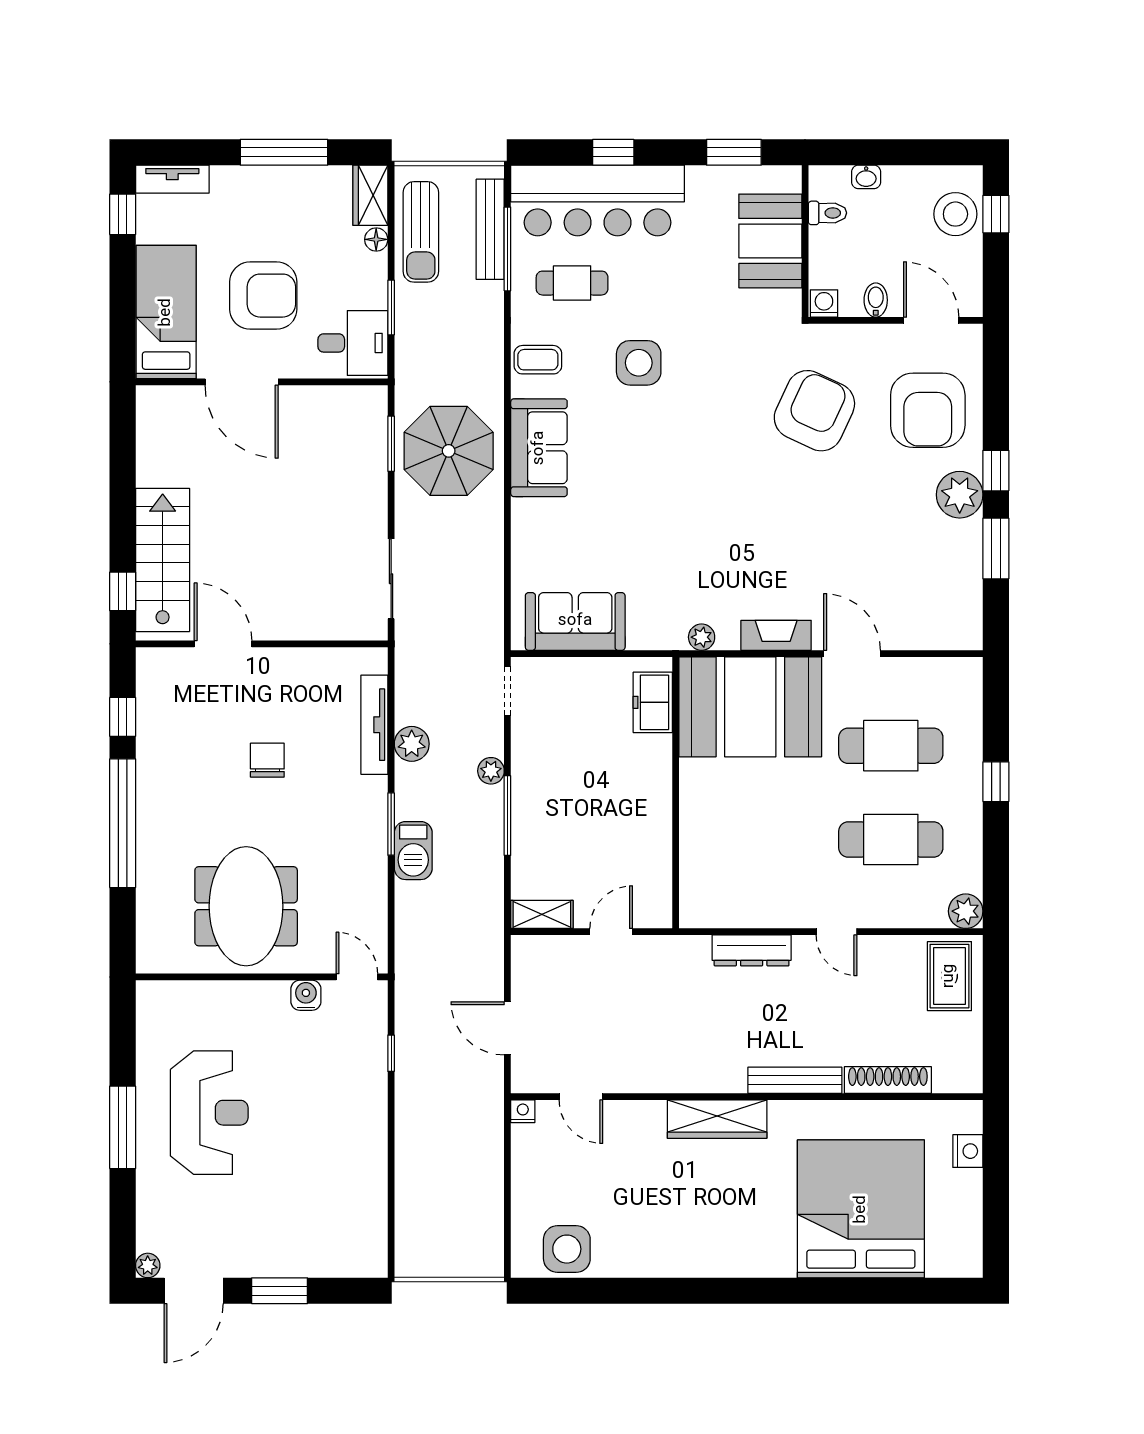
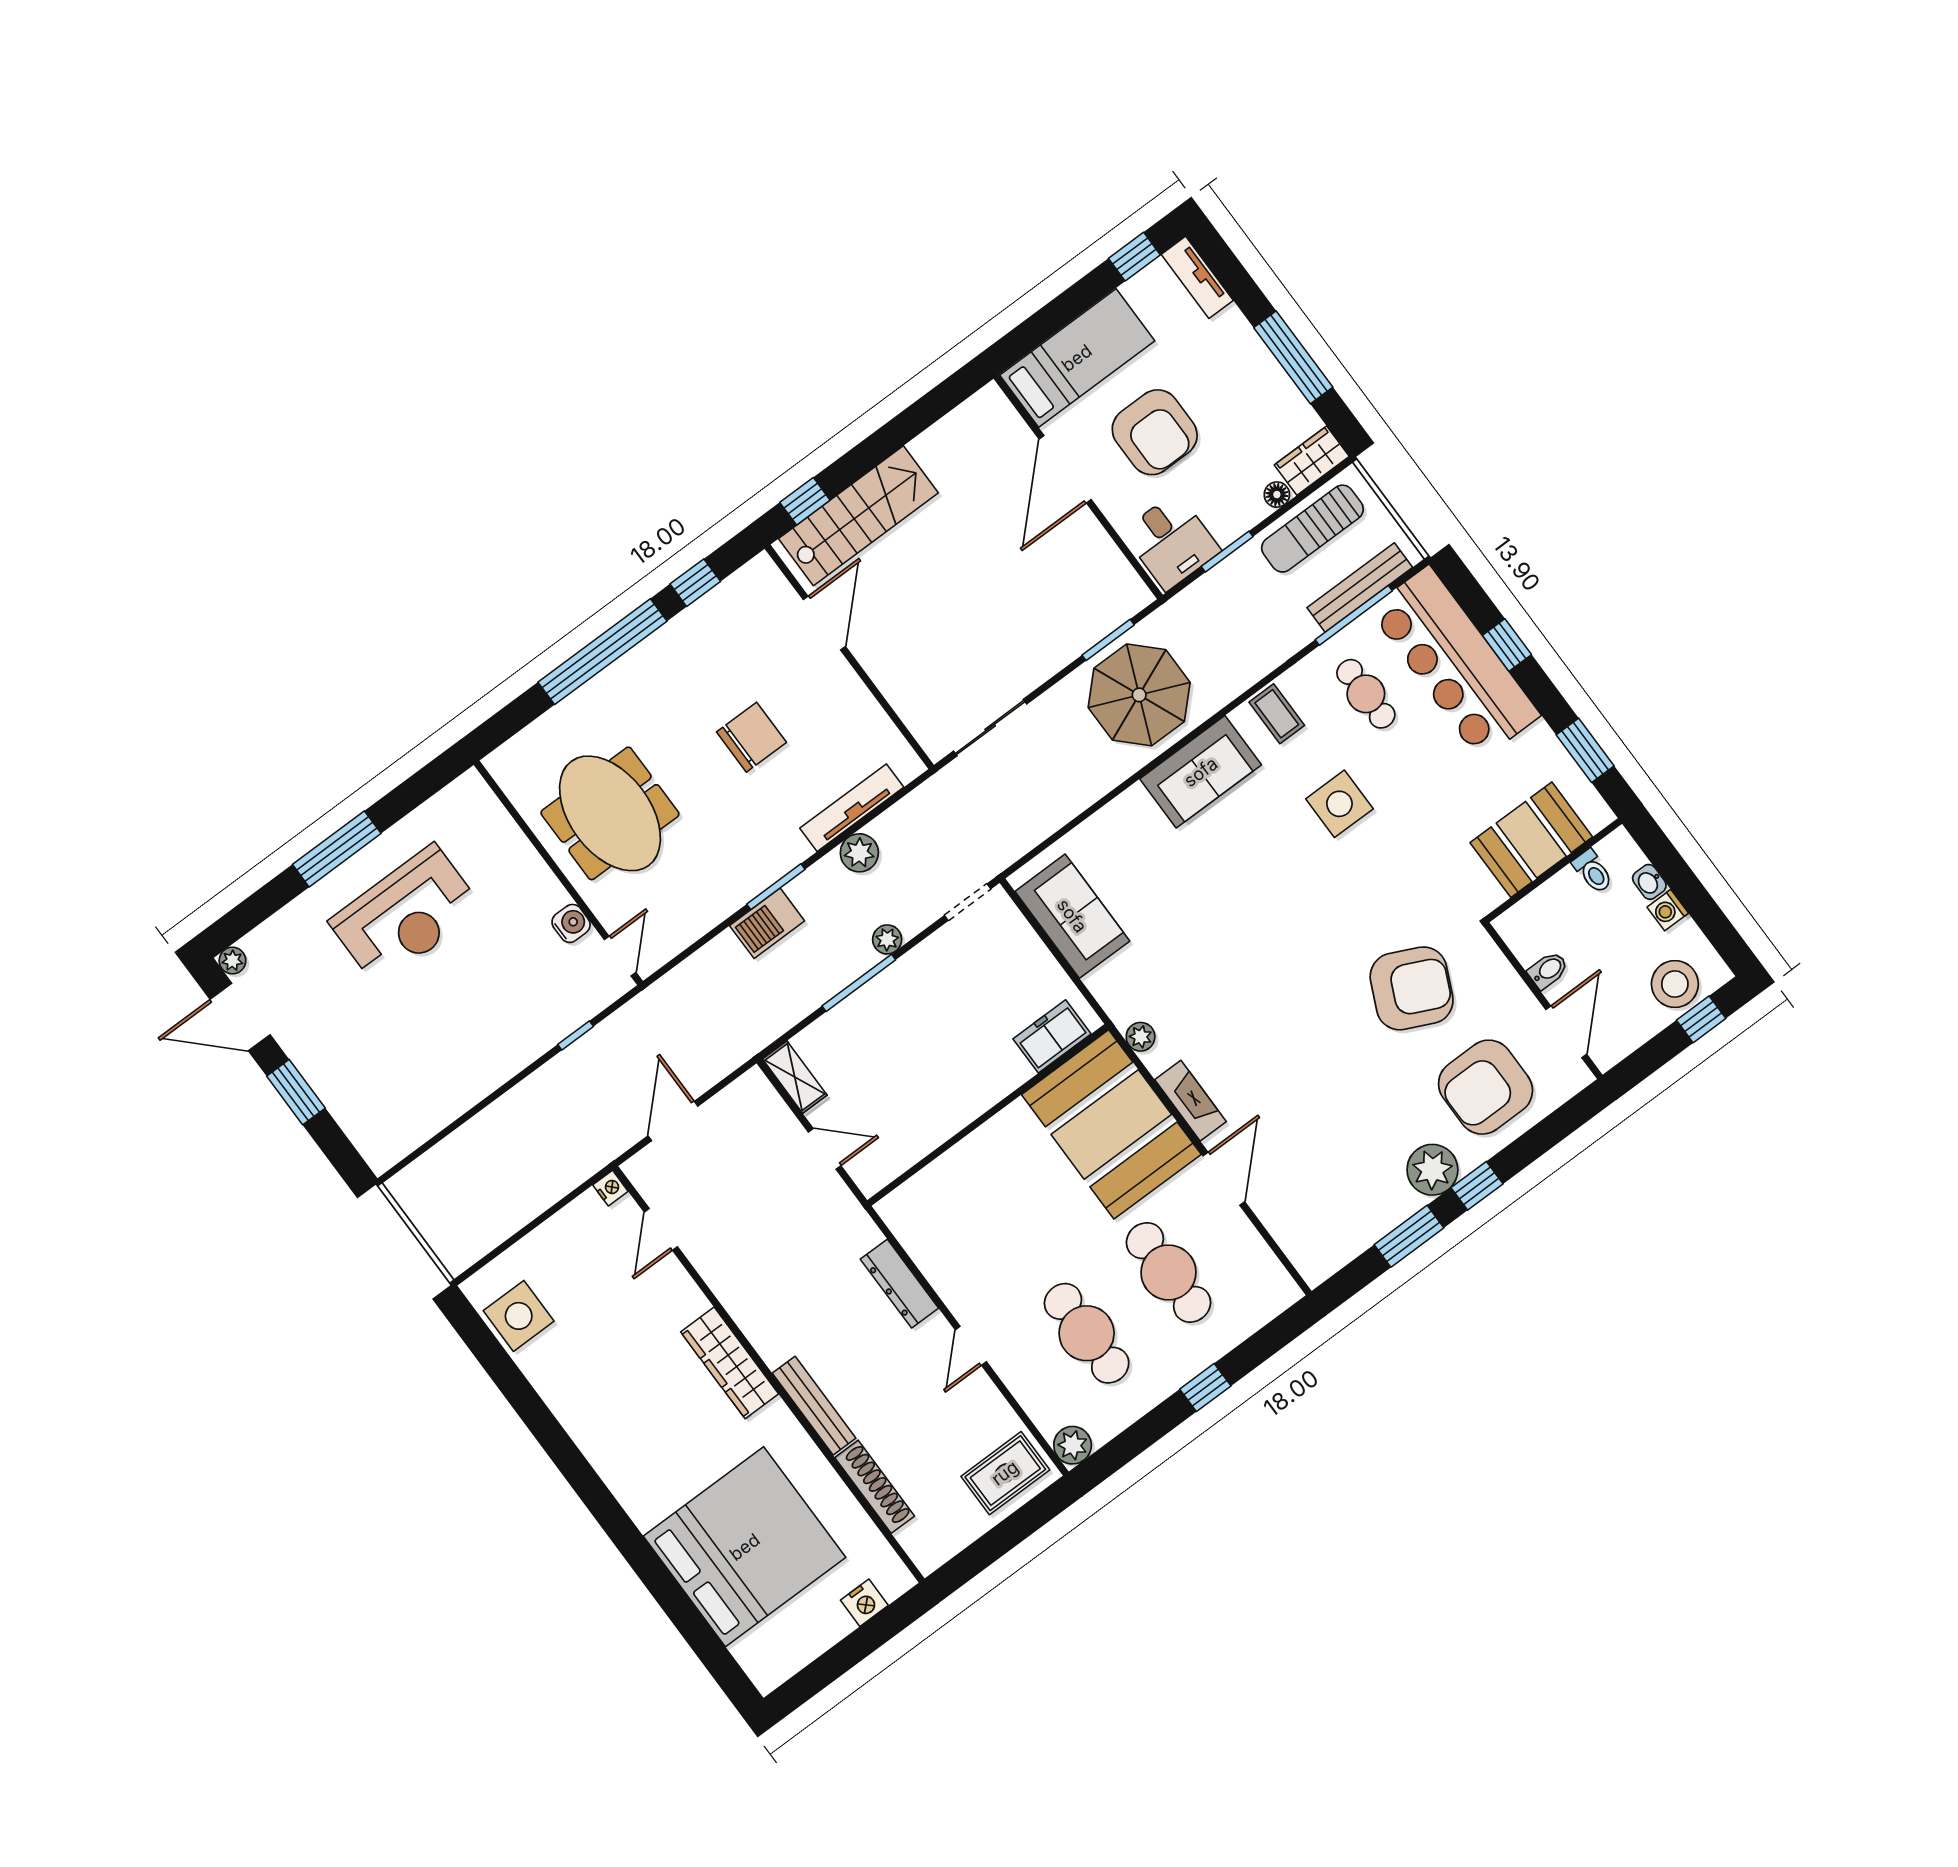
washing machine: (824, 303) -> (1668, 910), moved, turned 180
chair: (267, 760) -> (751, 737), width x1.37, depth x1.37
meeting table: (246, 906) -> (610, 813), turned 90

